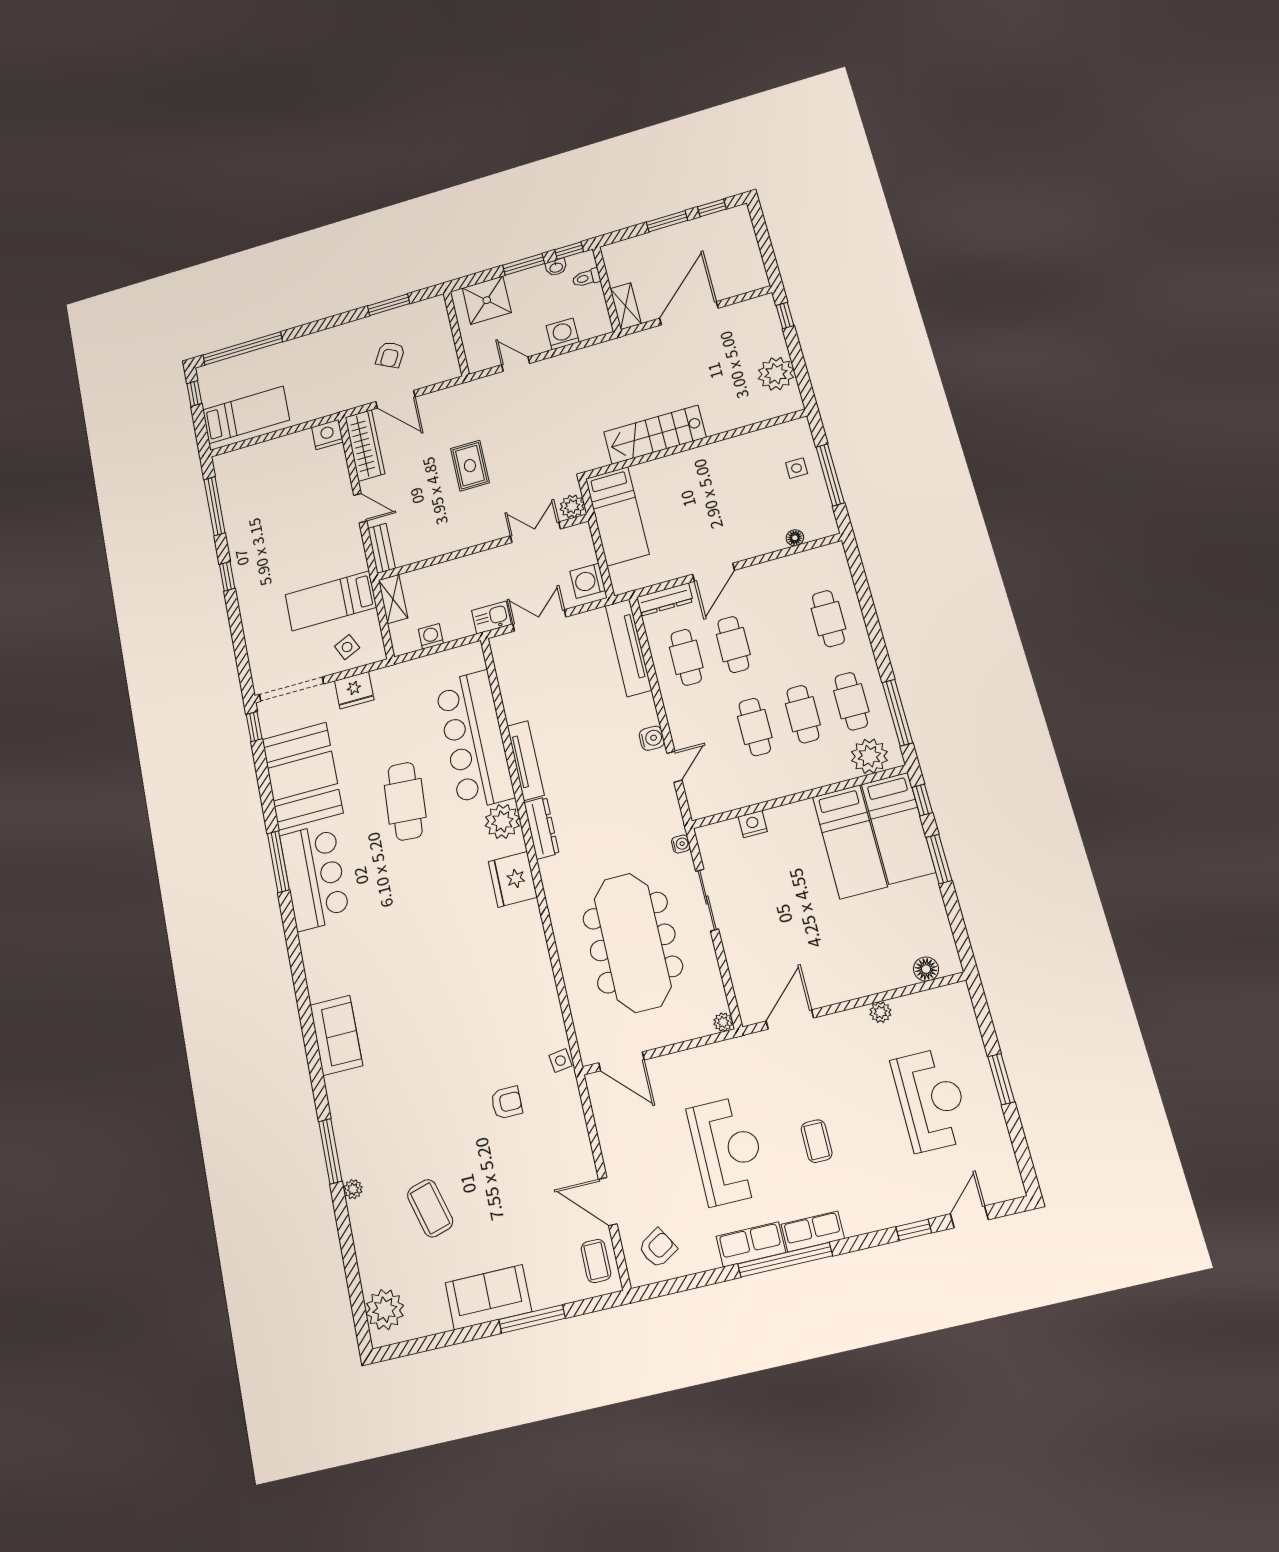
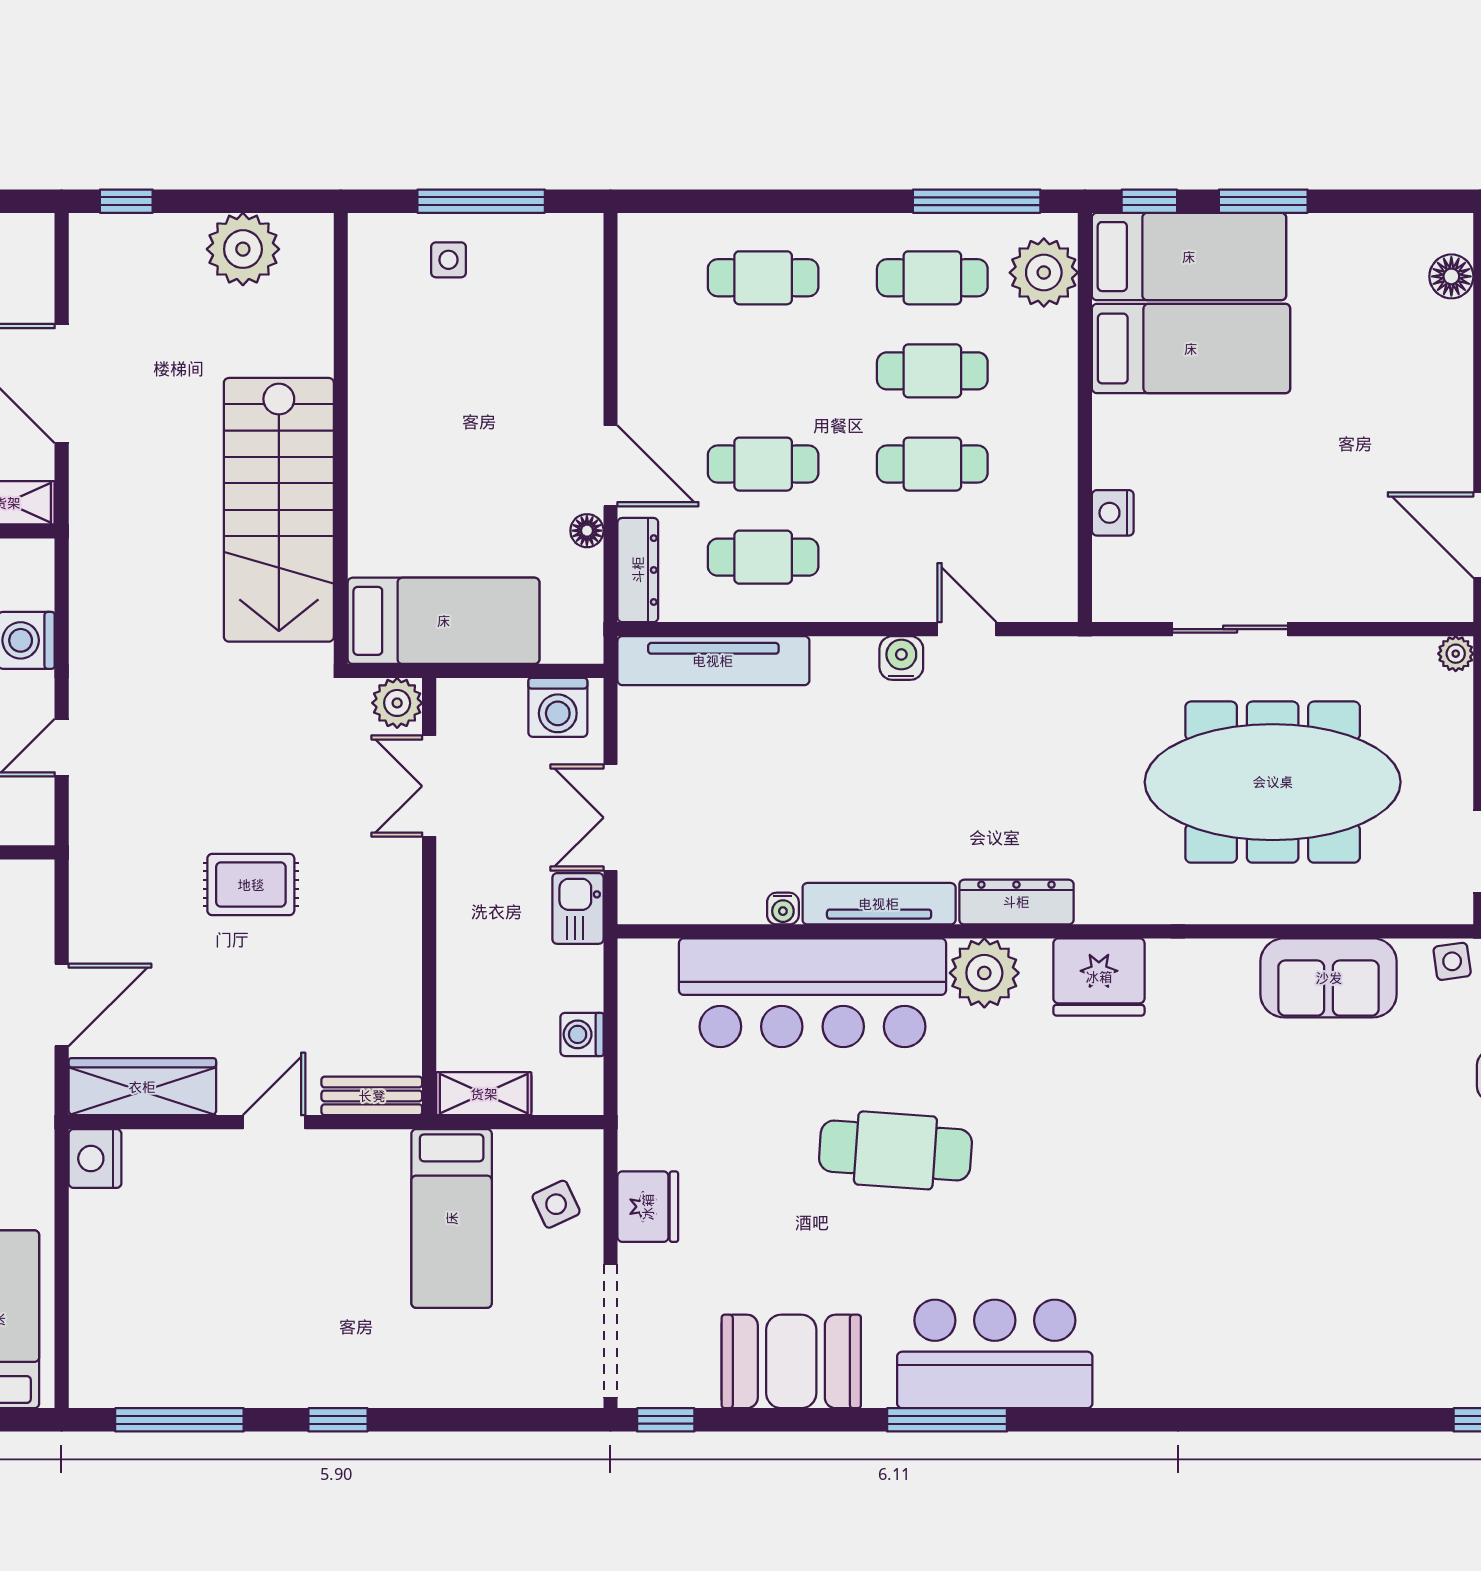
stairs: (655, 435) -> (279, 510), width x1.36, depth x1.51
floor lamp: (795, 538) -> (587, 531), moved
booth: (302, 776) -> (791, 1361), width x0.73, depth x0.70
water cooler: (681, 844) -> (783, 909), moved, turned 180
sofa: (336, 1035) -> (1329, 978), moved, turned 180

